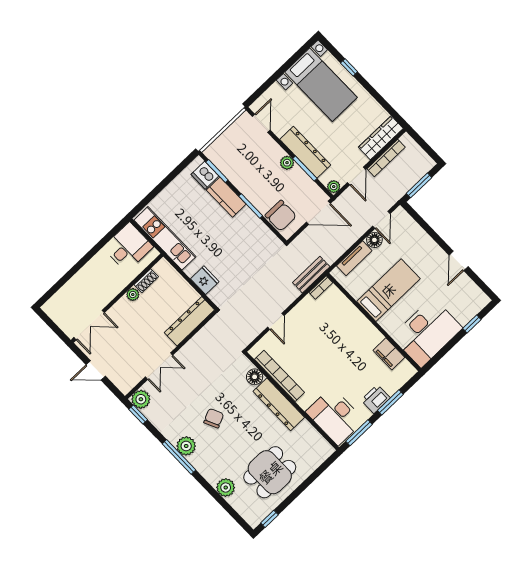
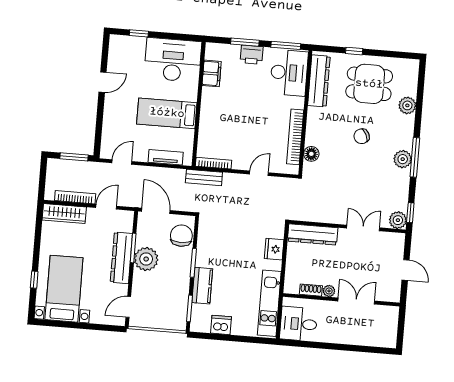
plant: (287, 163) -> (146, 259), width x1.87, depth x1.87
dishwasher: (205, 175) -> (221, 325), moved, turned -90
plant: (334, 187) -> (128, 216), removed
floor lamp: (374, 240) -> (140, 154), removed
bookcase: (321, 288) -> (213, 163), width x1.56
double door: (89, 325) -> (356, 301), moved
dresser: (279, 404) -> (319, 81), moved
chair: (214, 418) -> (362, 136), moved
window: (269, 519) -> (354, 51), moved

